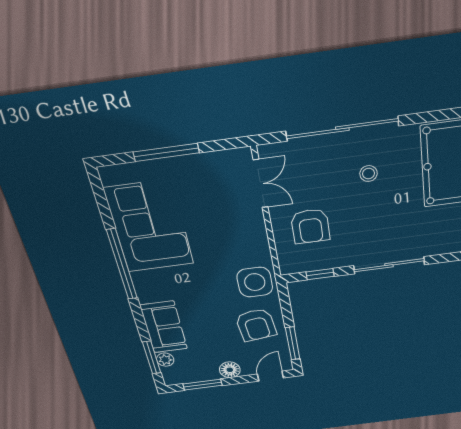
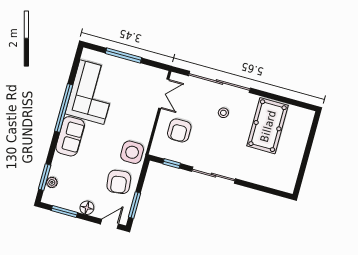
sofa: (164, 327) -> (70, 136), moved

